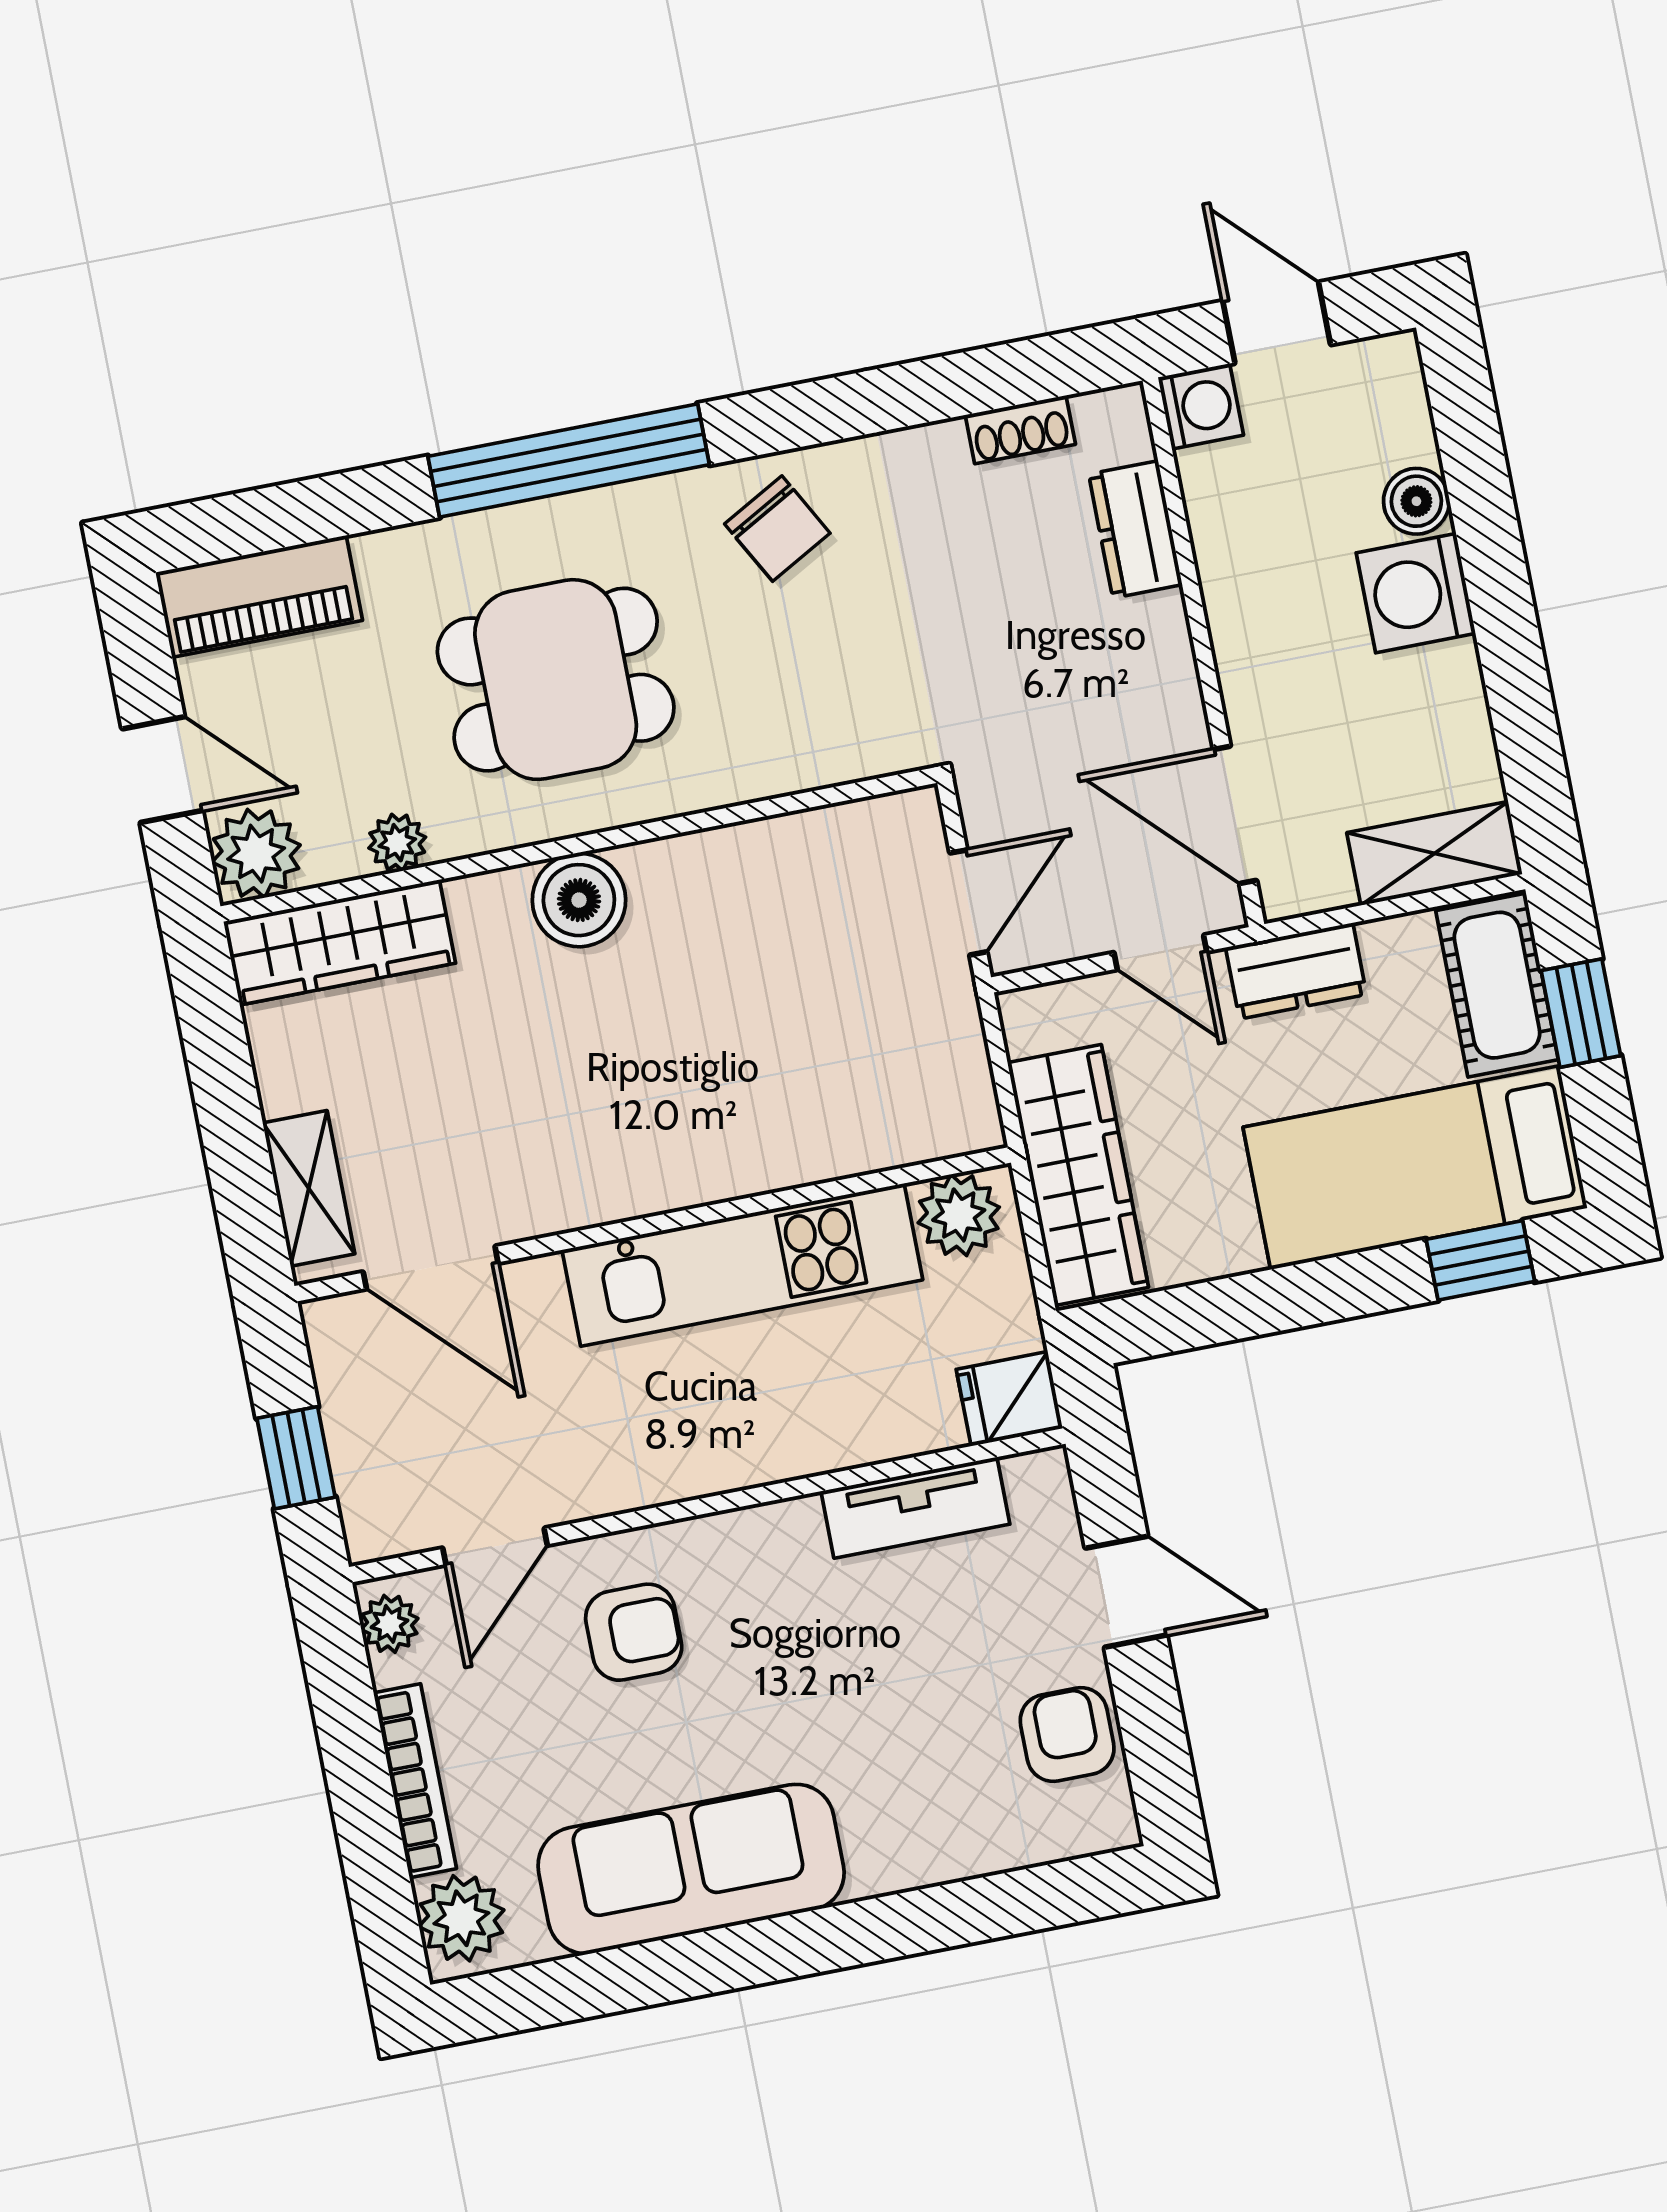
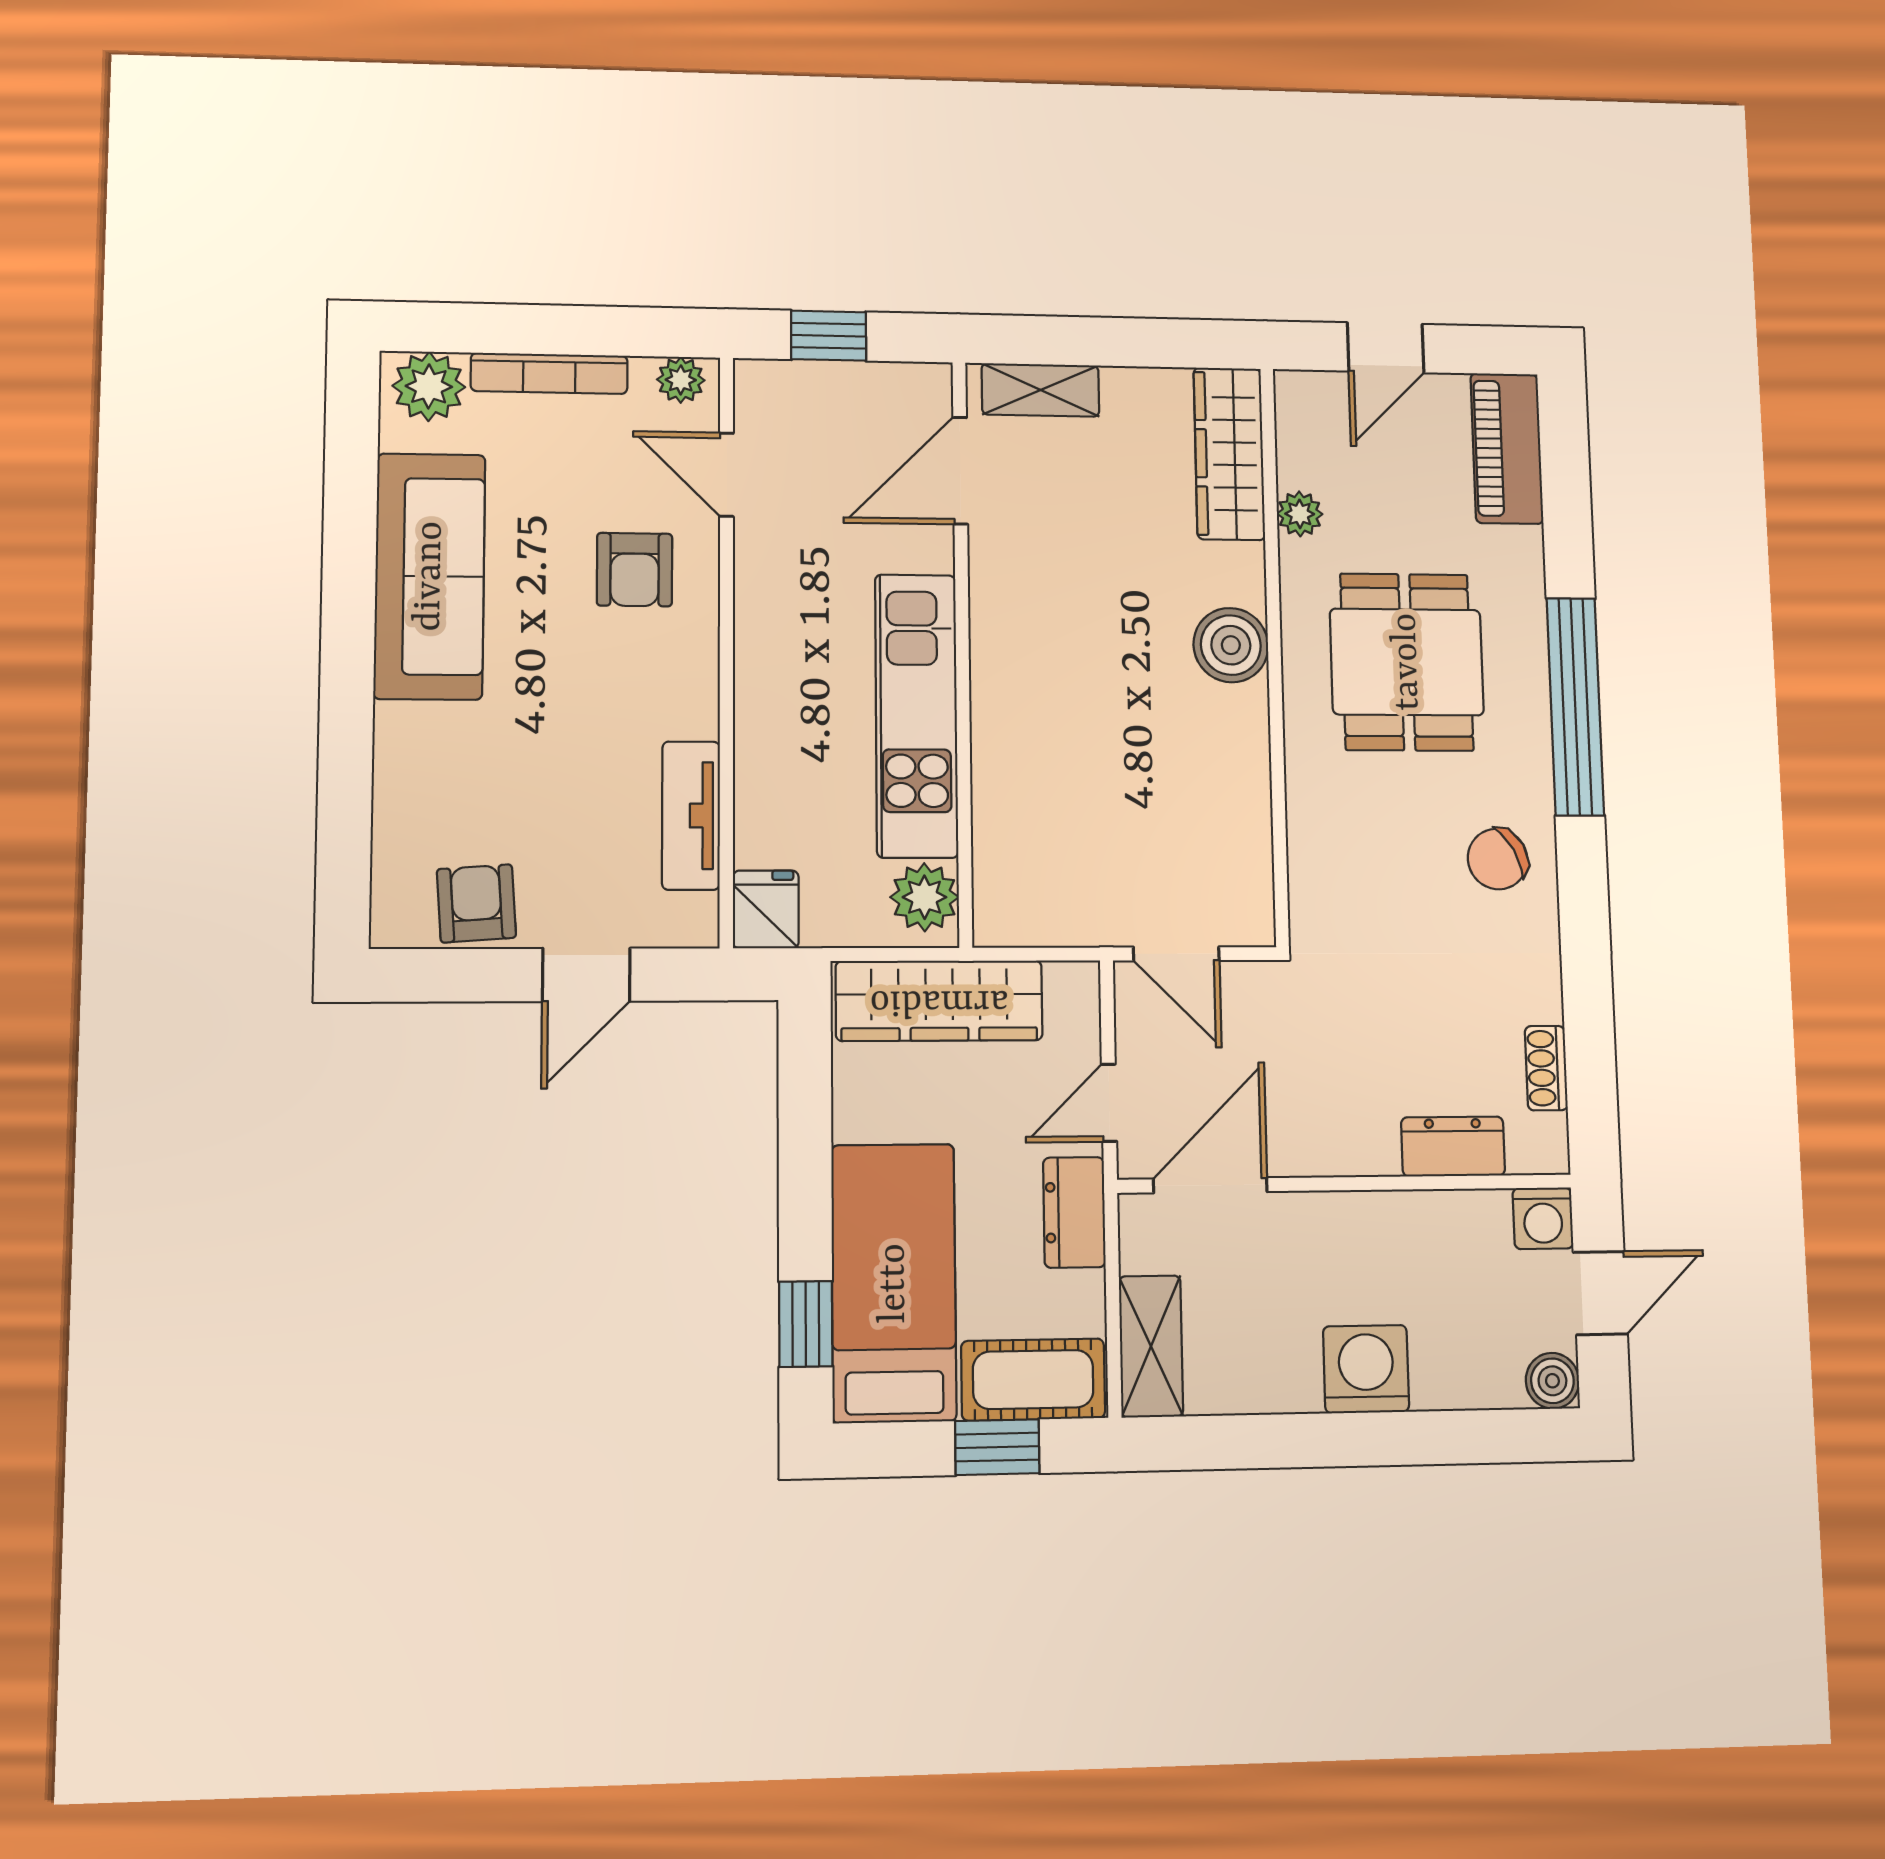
boiler: (1416, 501) -> (1552, 1381), moved
plant: (256, 854) -> (1309, 405), removed
armchair: (1067, 1734) -> (476, 903), turned -94

